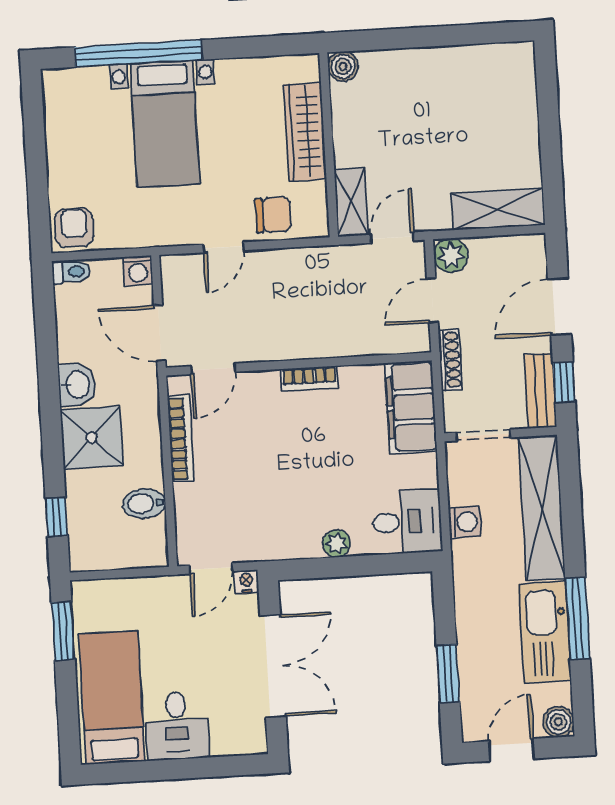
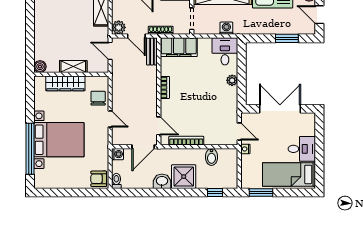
bed with nightstands: (165, 124) -> (59, 140), width x1.36
shelving: (351, 202) -> (73, 67), moved
bench: (397, 341) -> (152, 51), added
nightstand: (246, 582) -> (245, 149), moved

